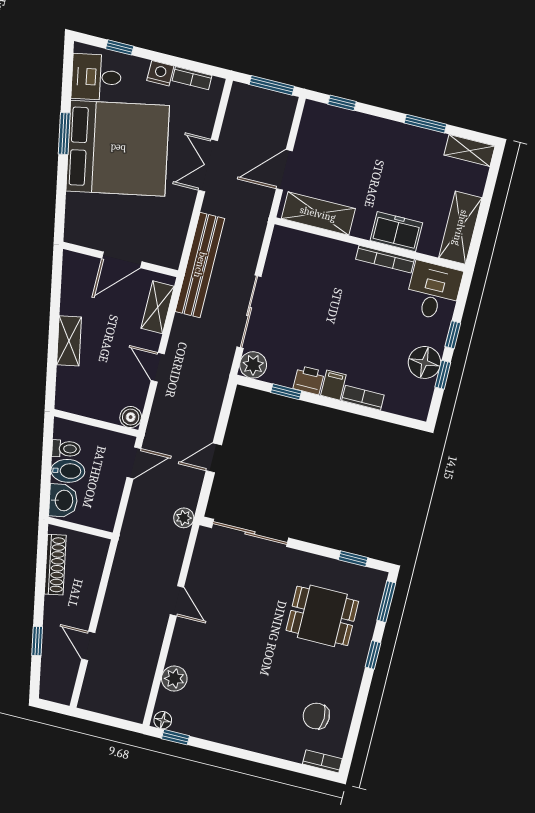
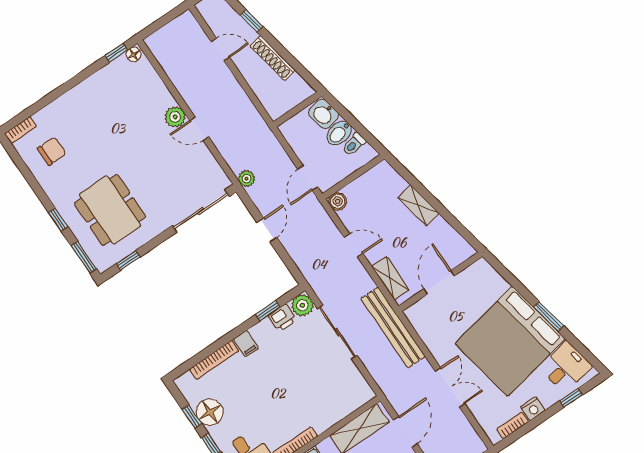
printer: (309, 380) -> (282, 318), moved
bookcase: (363, 398) -> (214, 360), width x1.56
shoe rack: (55, 565) -> (273, 58), moved
dining table: (322, 616) -> (110, 210), width x1.38
plant: (174, 679) -> (175, 117), moved

